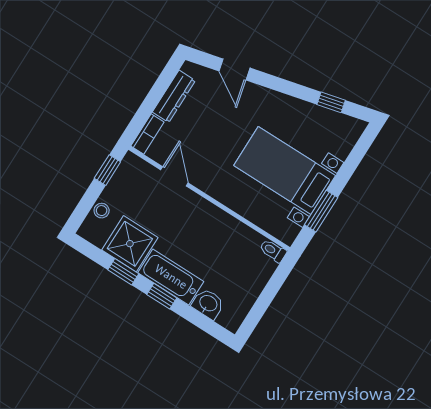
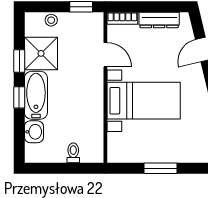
bed with nightstands: (285, 171) -> (144, 101), moved, turned 90
door: (174, 176) -> (105, 55), hinge flipped
window: (321, 211) -> (161, 168), moved
toilet: (273, 251) -> (73, 153), moved

